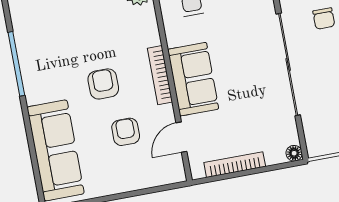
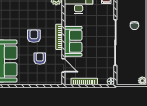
door: (181, 137) -> (63, 65), swing flipped

